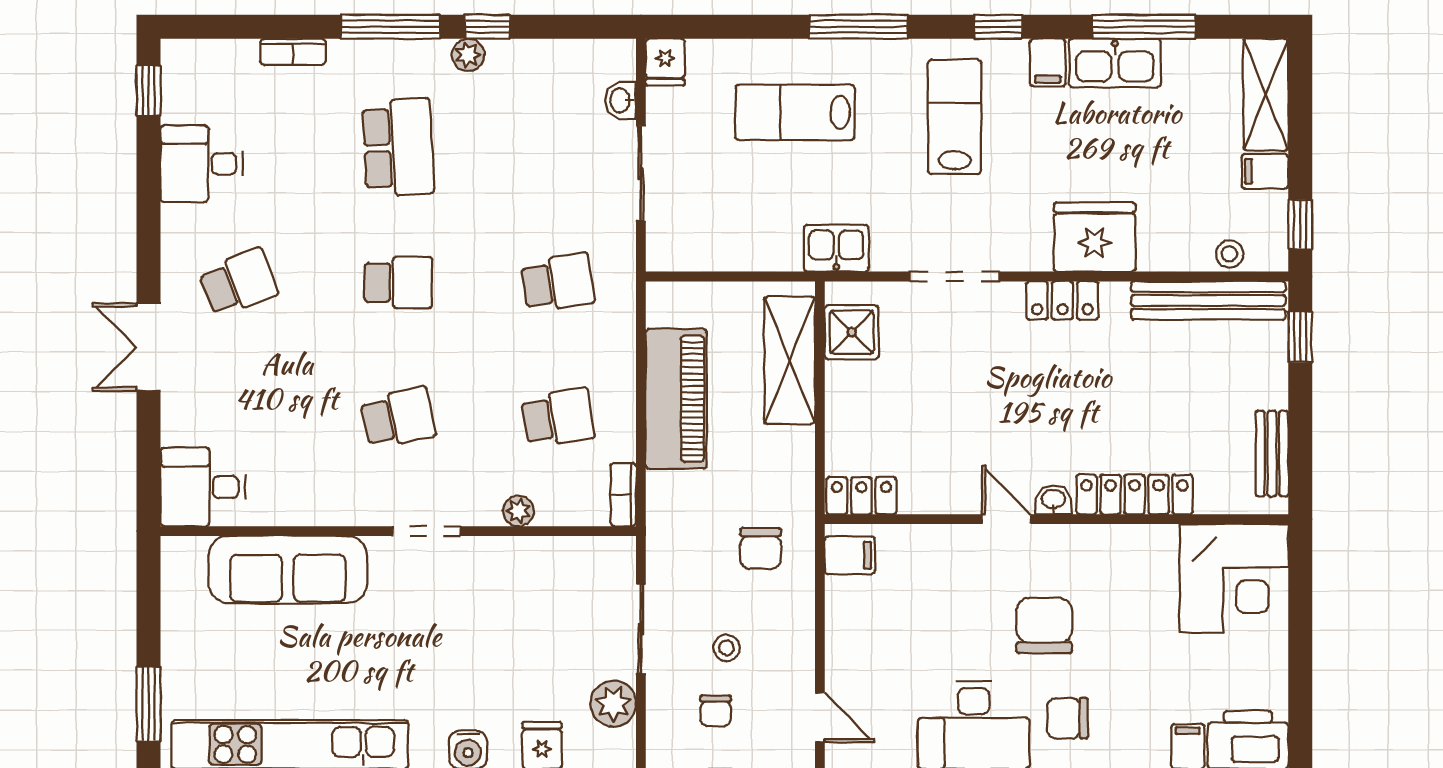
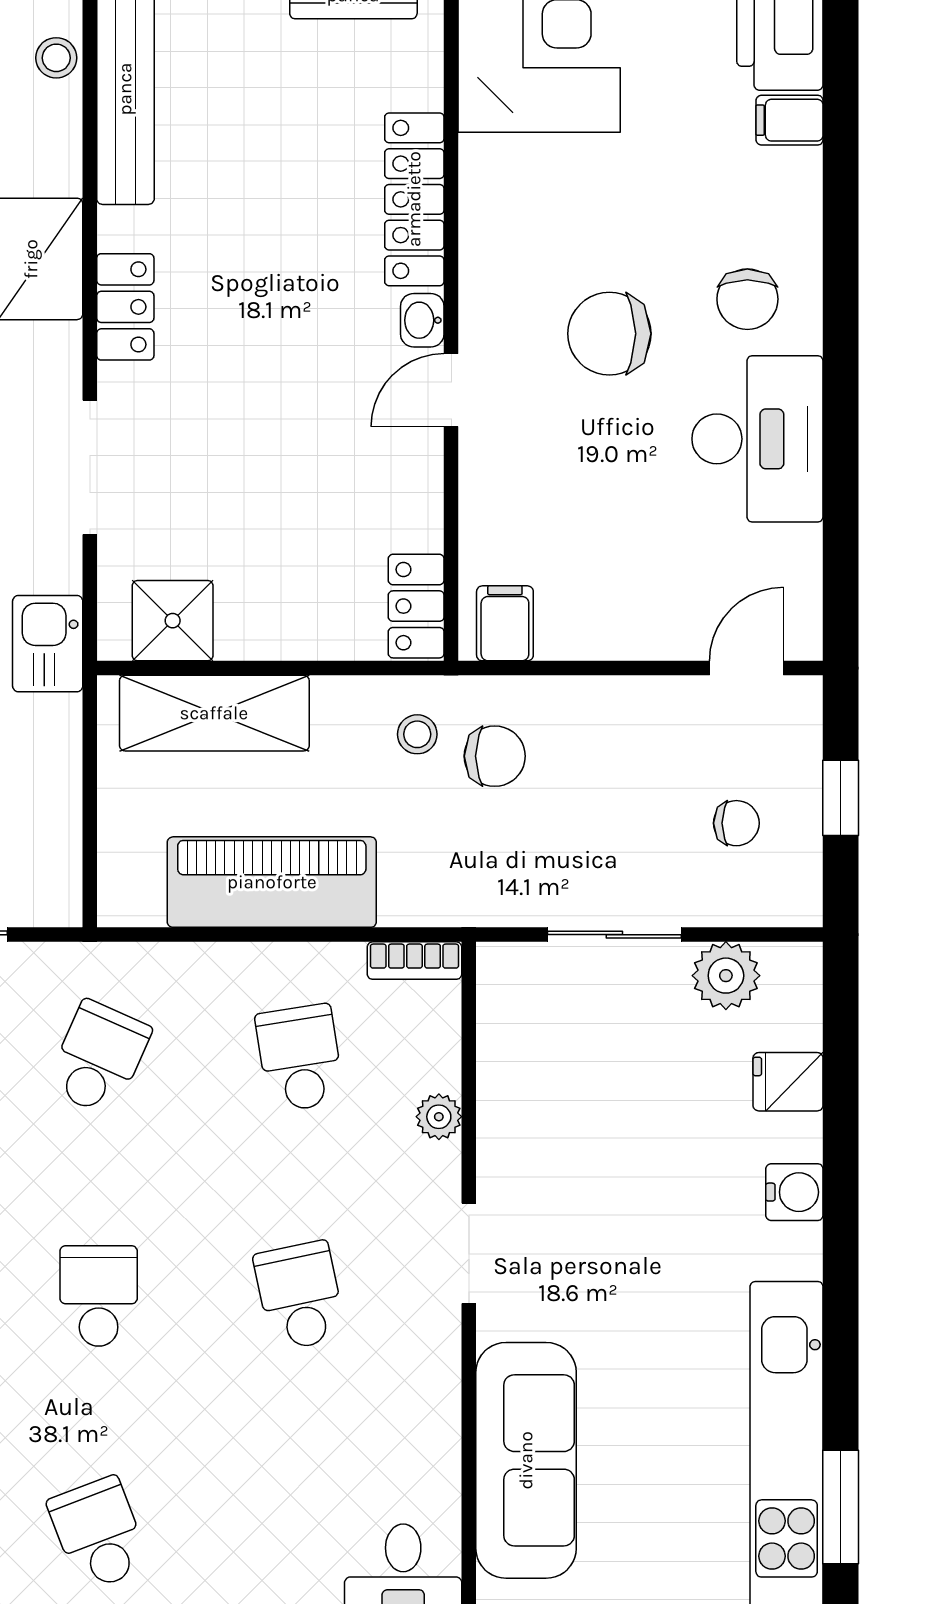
school desk: (558, 282) -> (99, 1058), turned 33
stool: (726, 648) -> (417, 734), moved

